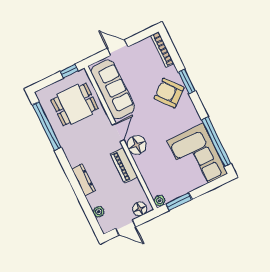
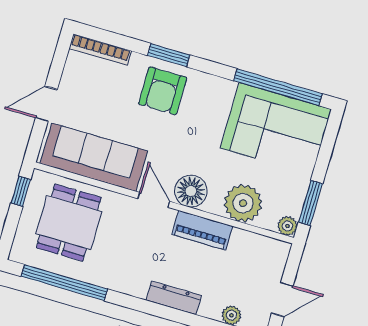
armchair: (169, 93) -> (163, 91), turned -51
plant: (152, 172) -> (243, 203), added
floor lamp: (140, 209) -> (275, 261), removed

